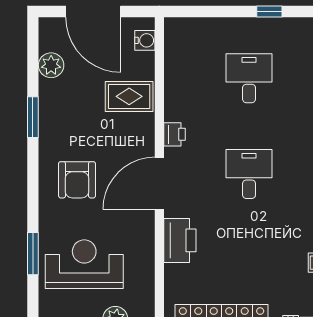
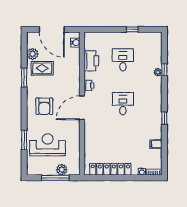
rug: (129, 96) -> (42, 68), moved
printer: (180, 240) -> (91, 61), moved

